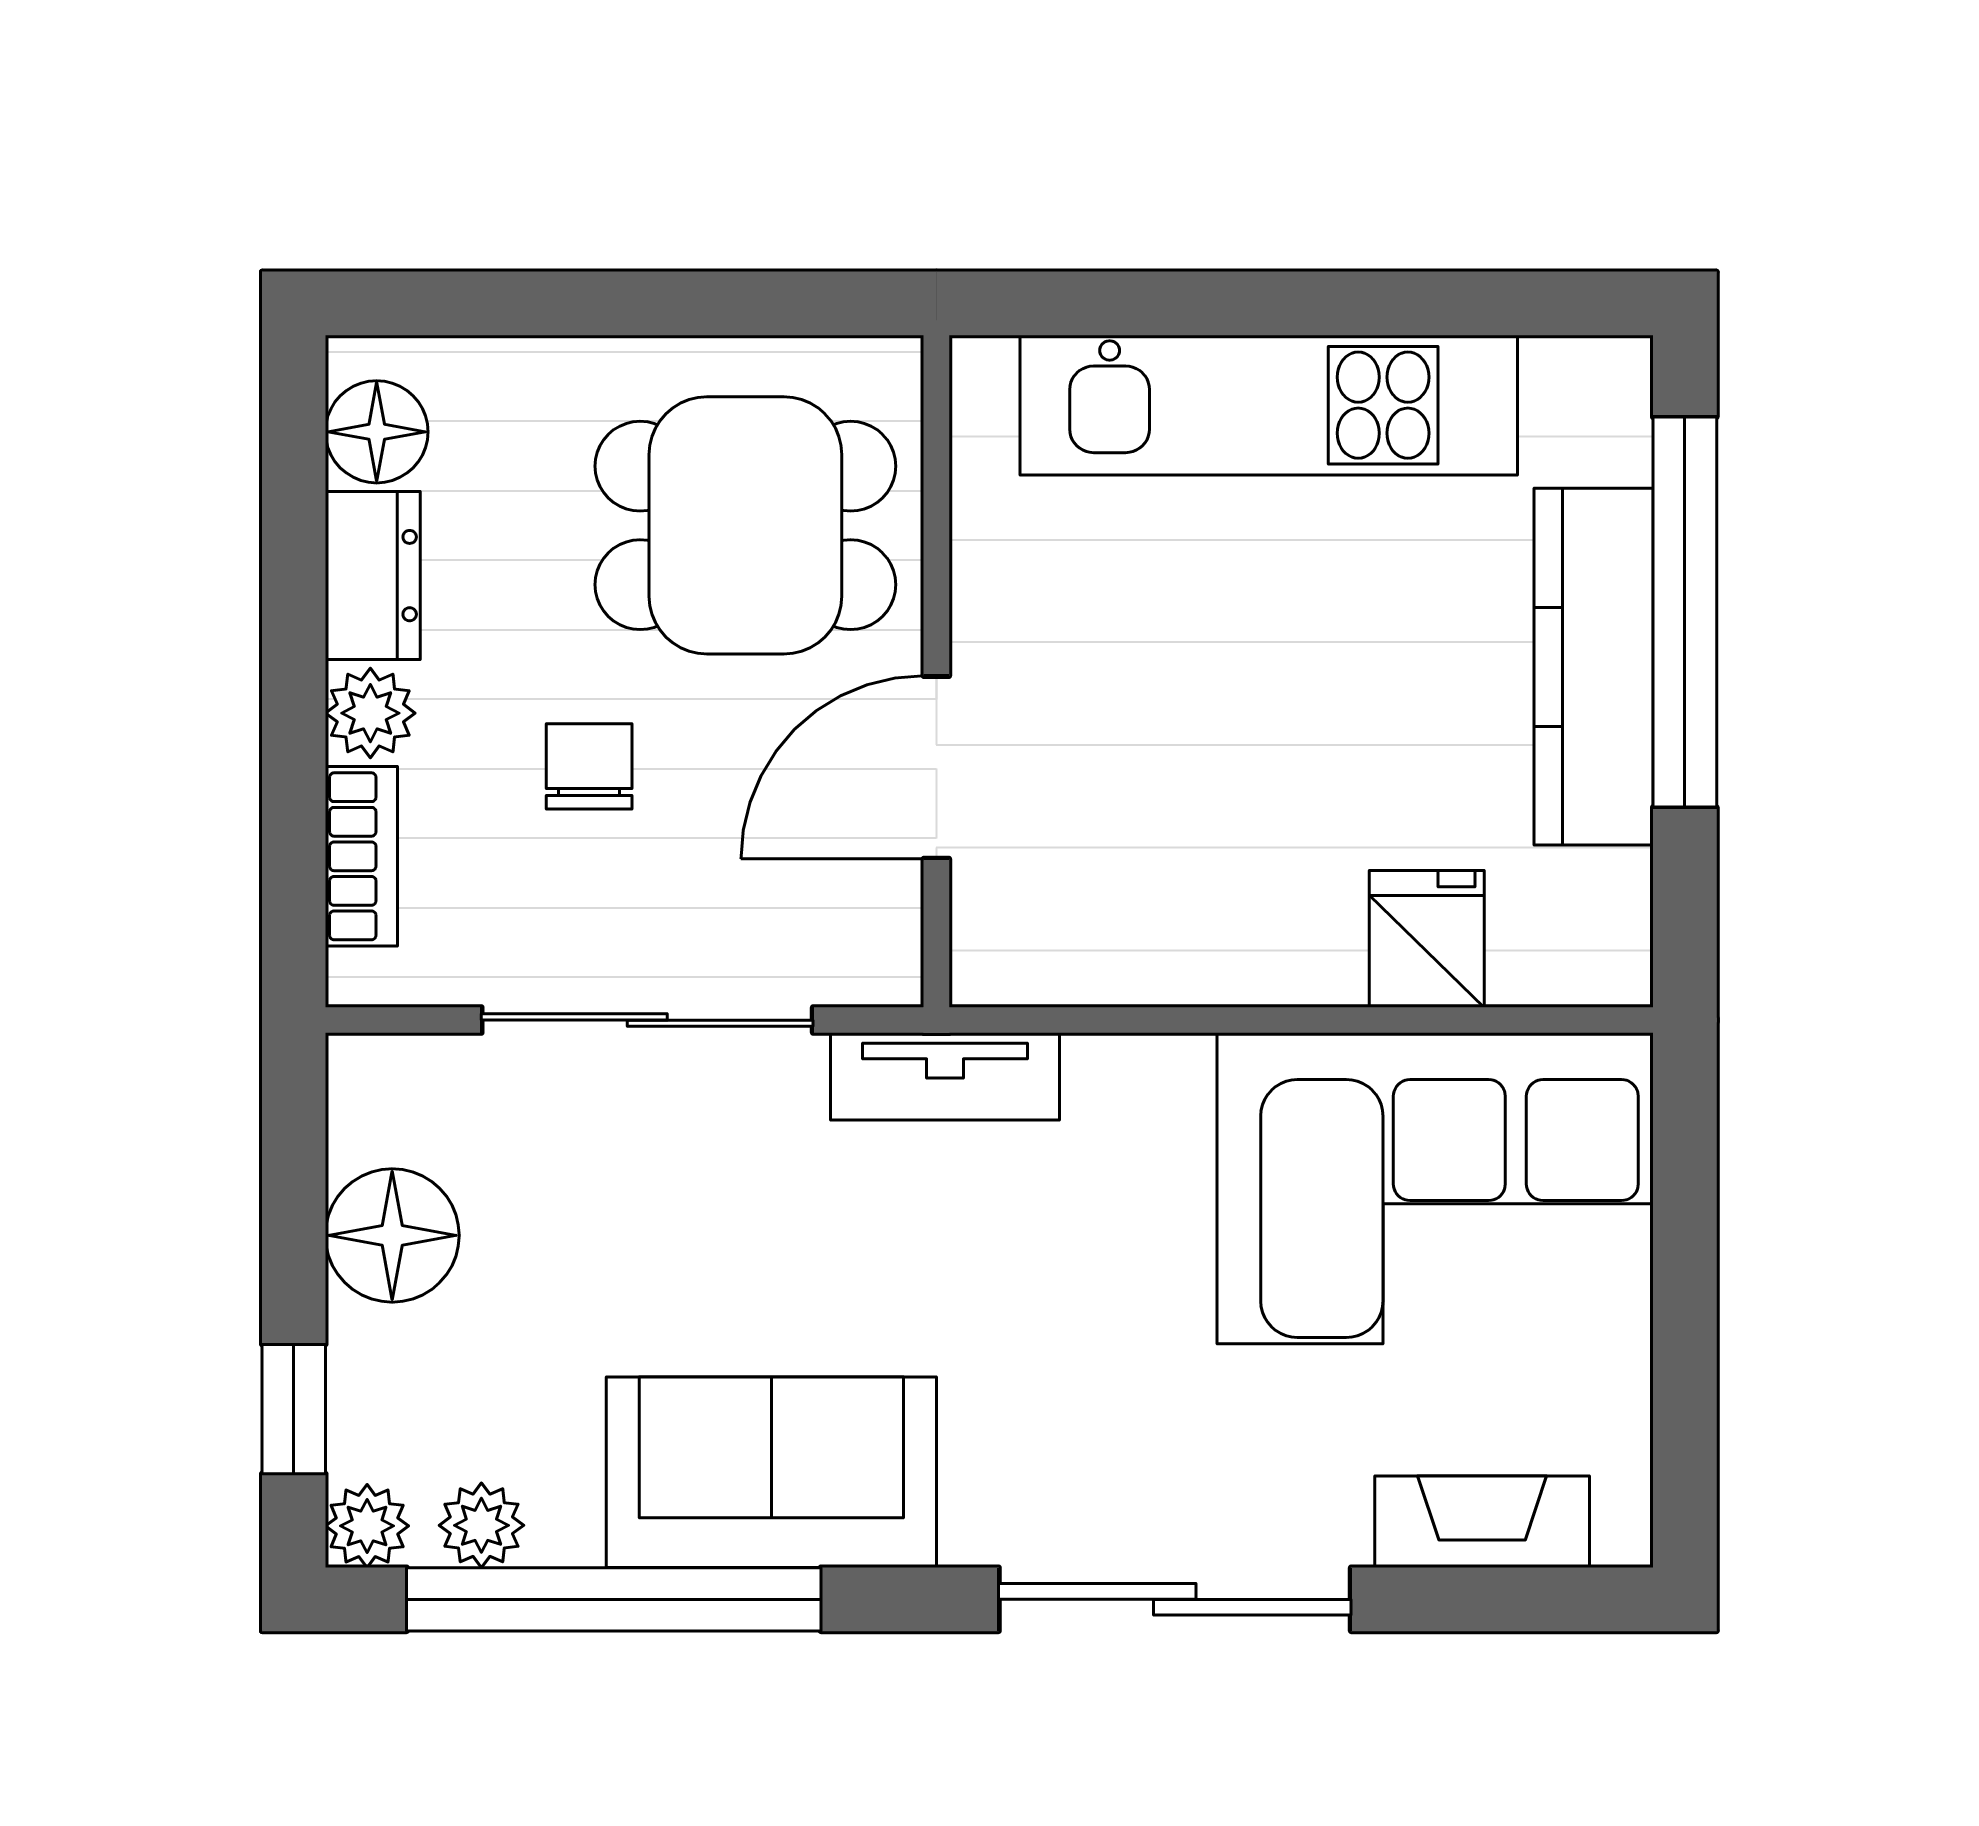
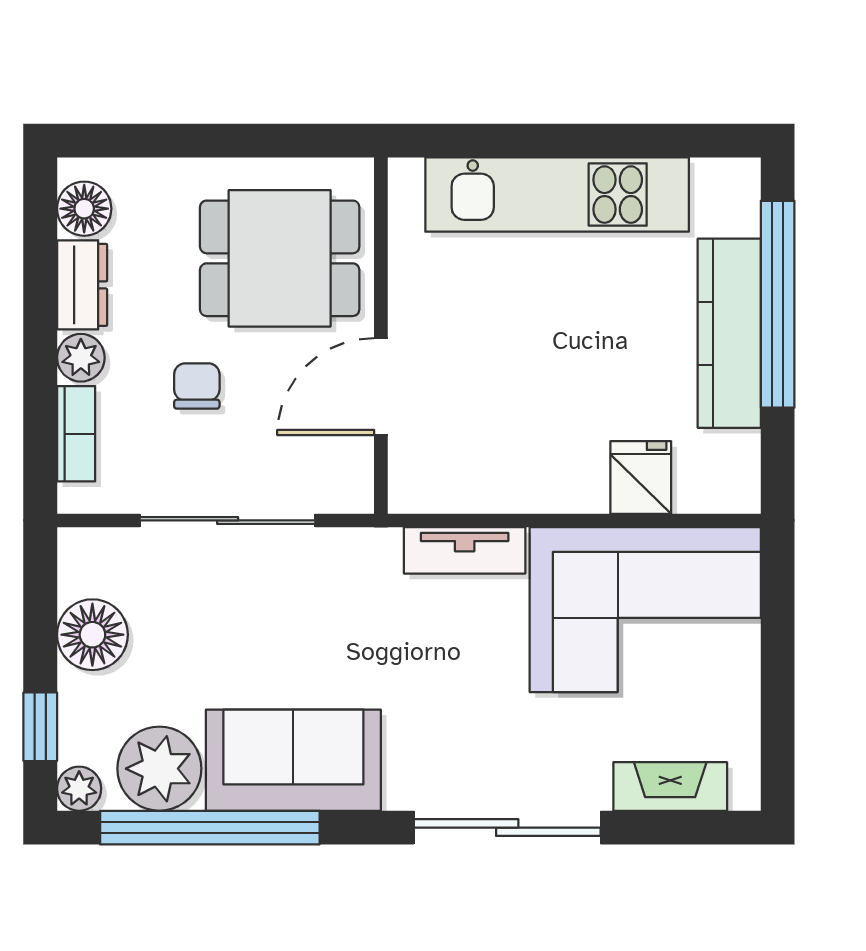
tv unit: (945, 1076) -> (465, 550), moved
plant: (481, 1525) -> (159, 769), width x1.88, depth x1.88

